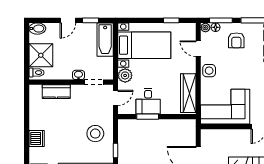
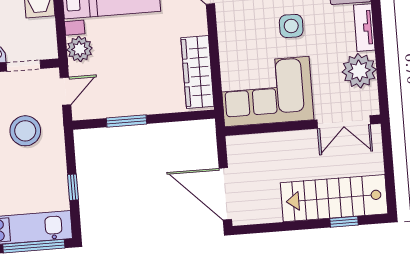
side table: (209, 71) -> (291, 26), moved
desk: (148, 101) -> (125, 93), removed
stool: (95, 134) -> (25, 131), moved

